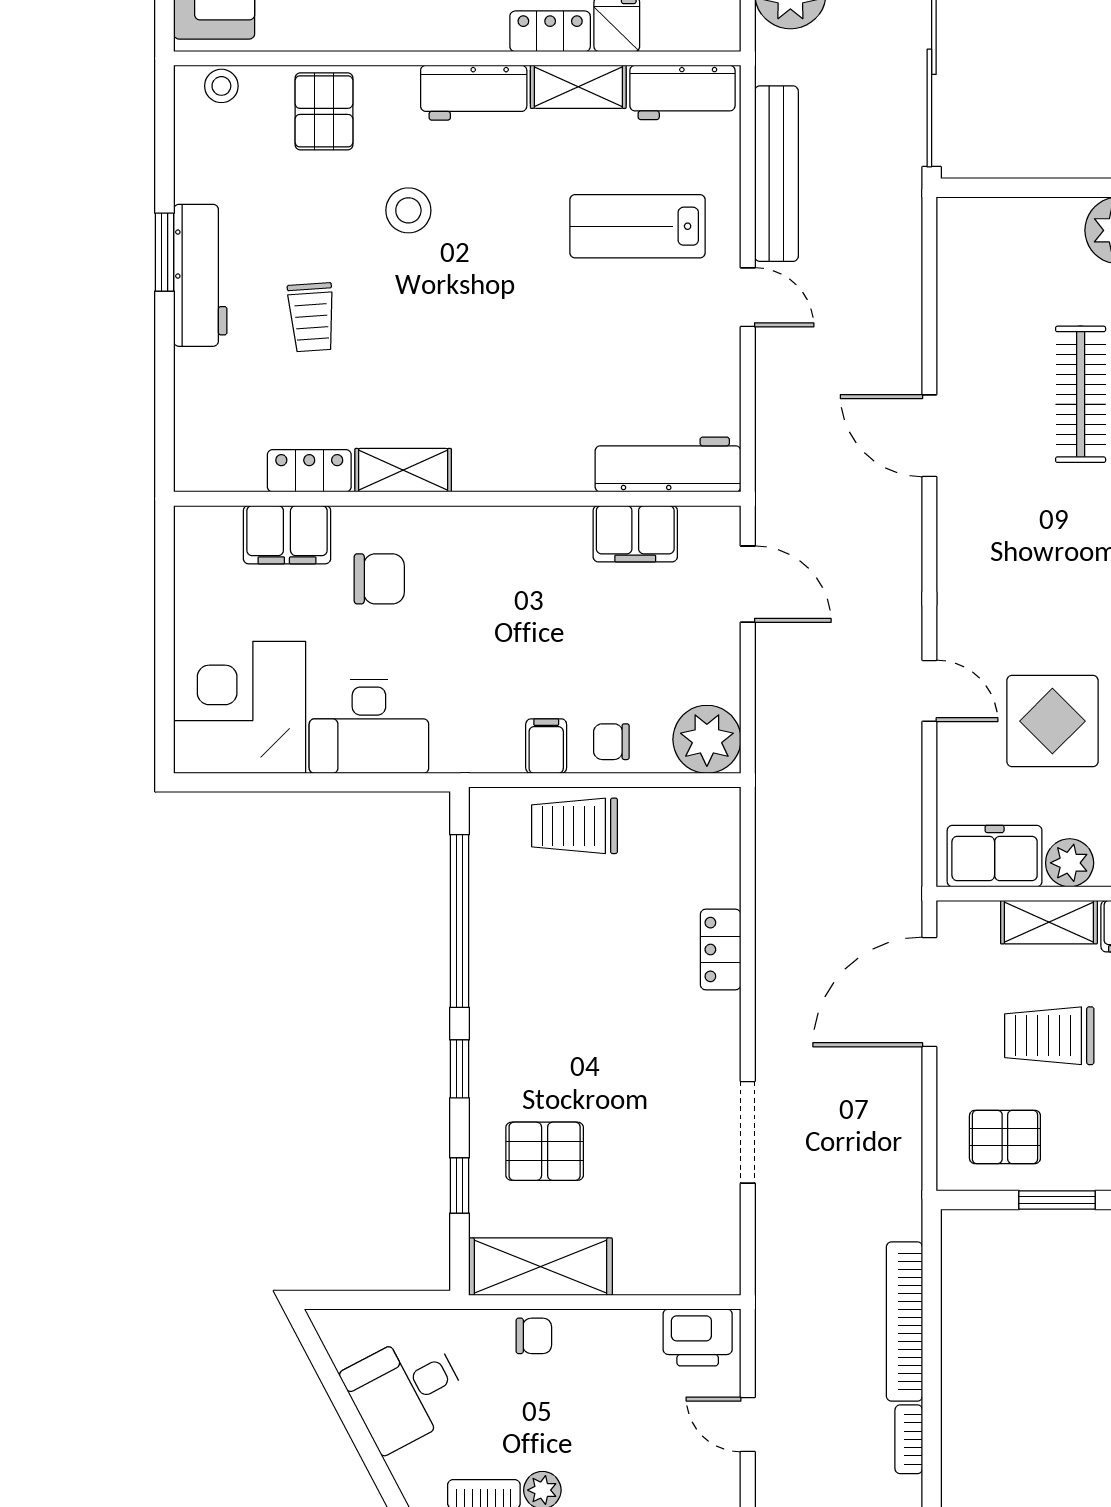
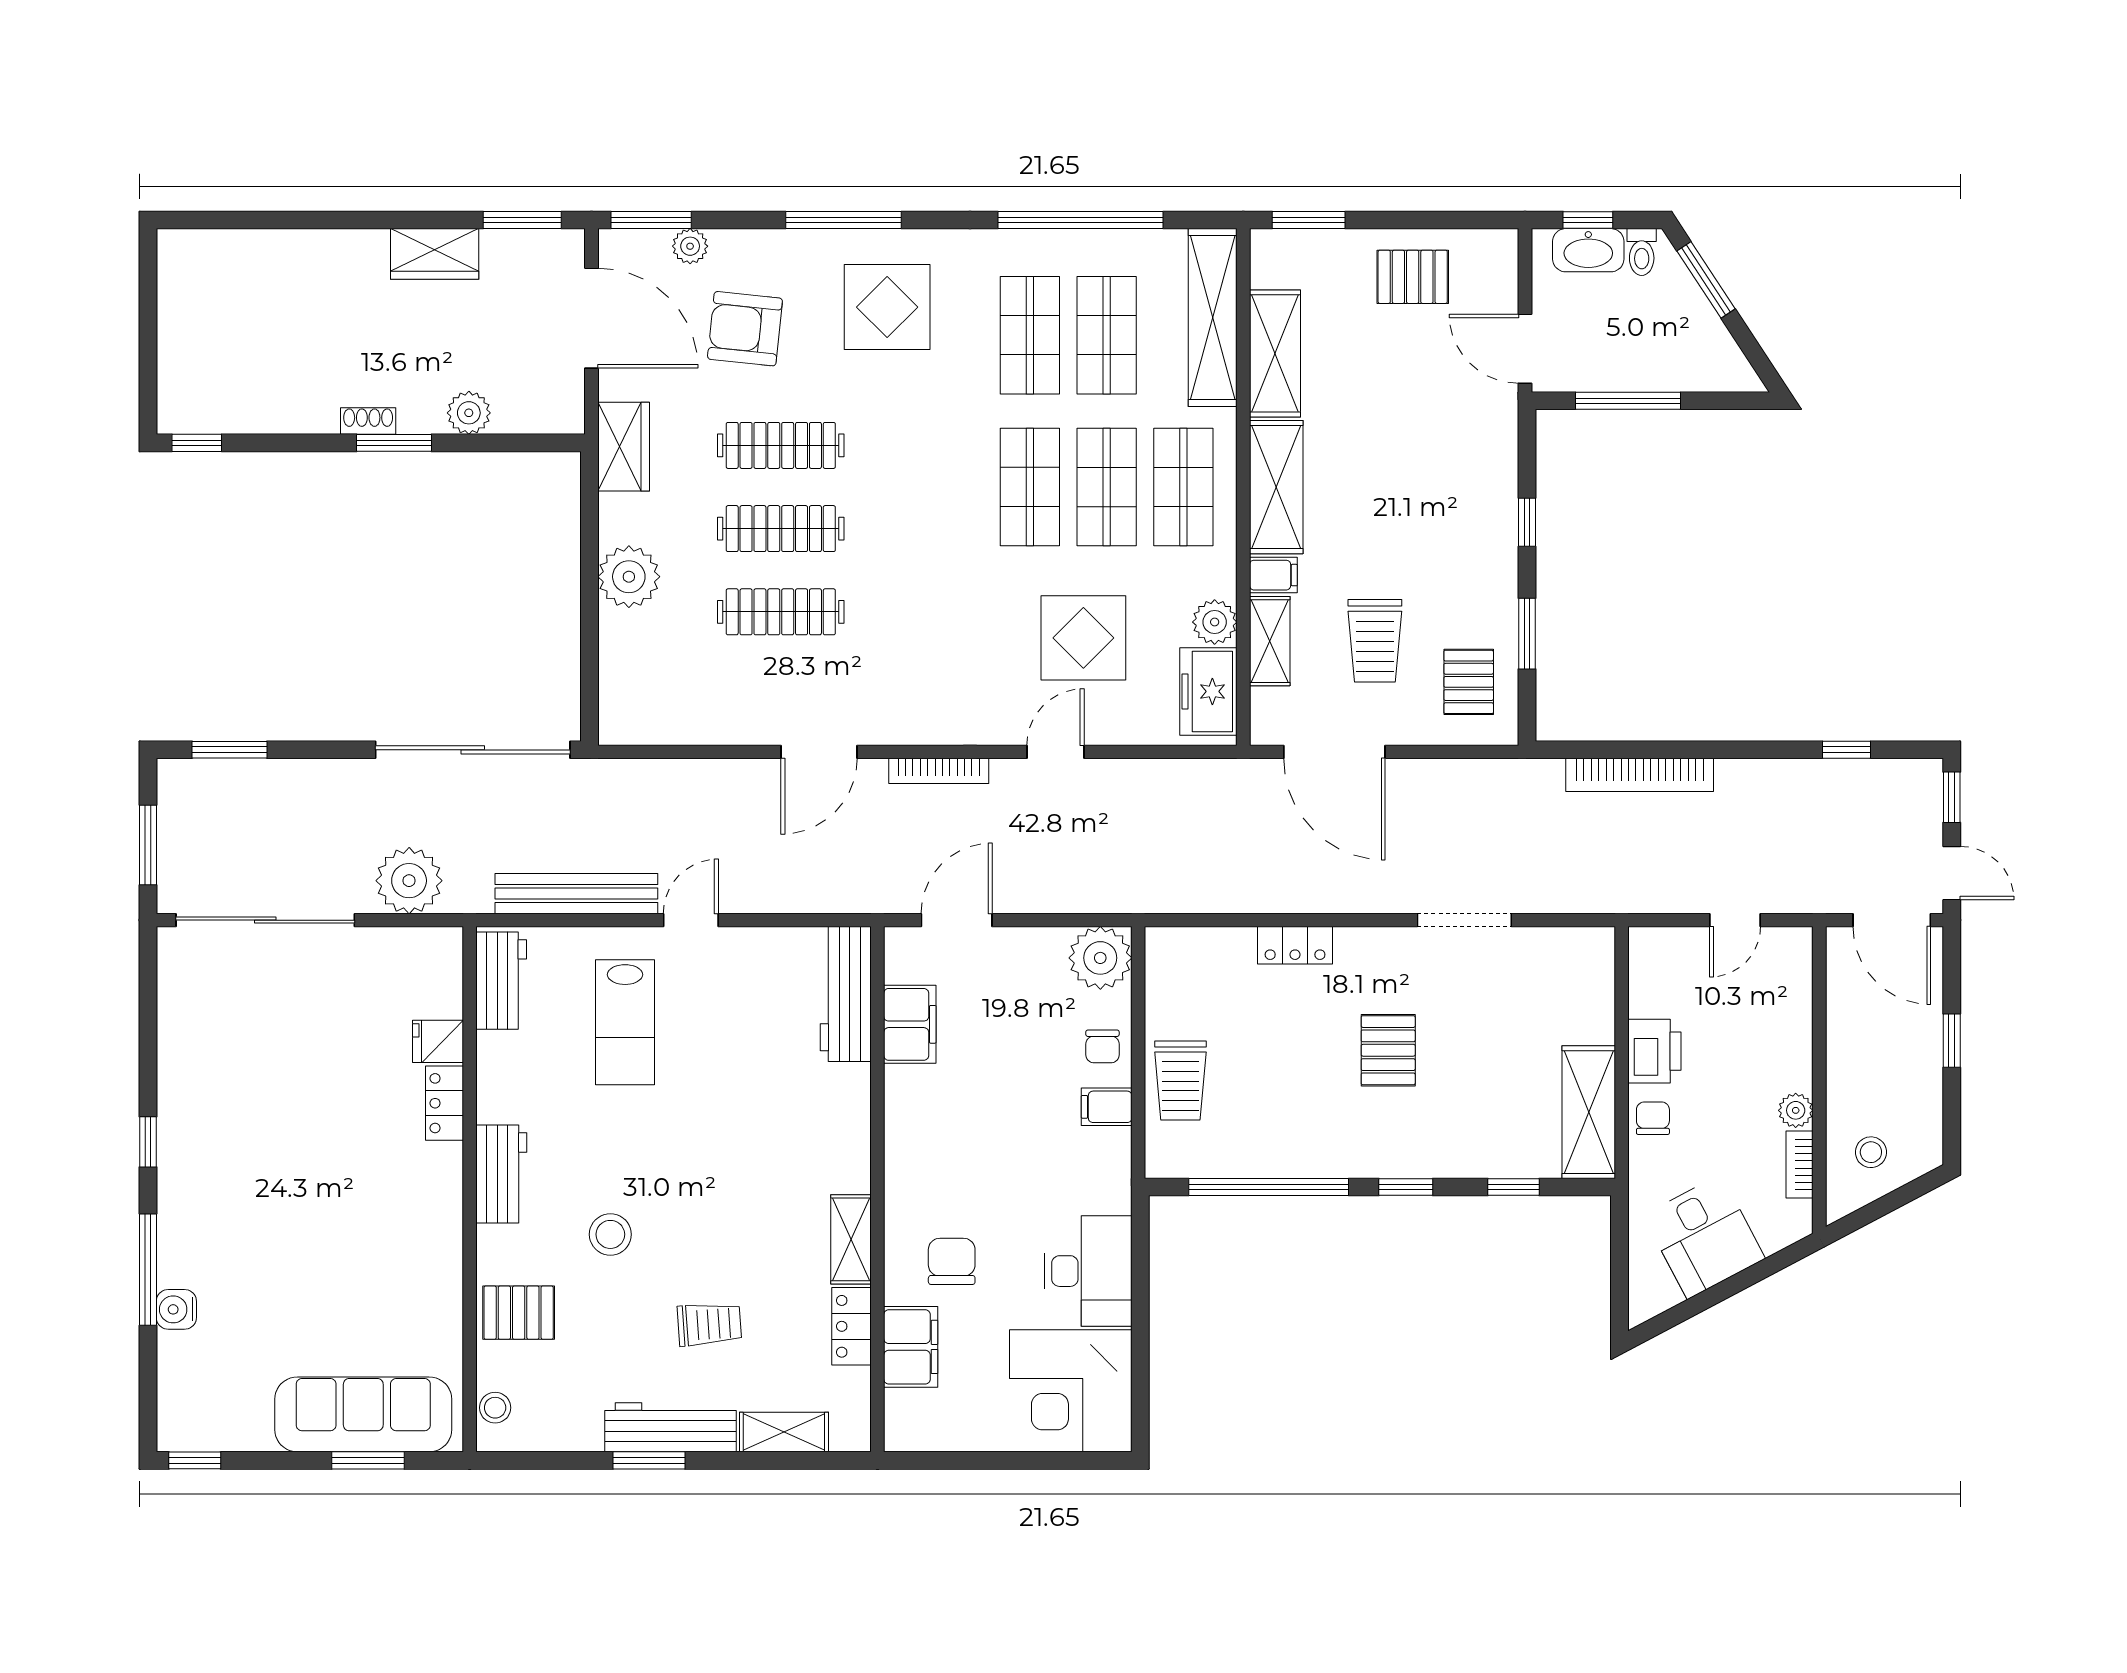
shelving: (578, 87) -> (784, 1432), moved, turned 90
pallet: (545, 1151) -> (1388, 1050), moved
printer: (698, 1337) -> (1654, 1051), moved
bookcase: (909, 1439) -> (939, 771), moved, width x1.56

